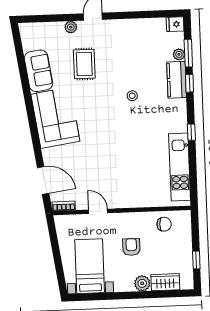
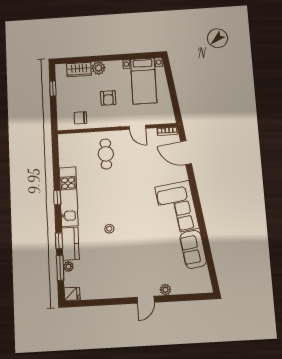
rug: (84, 64) -> (152, 256), removed
kitchen unit: (180, 167) -> (69, 197), moved
cafe table: (135, 181) -> (106, 154), added

